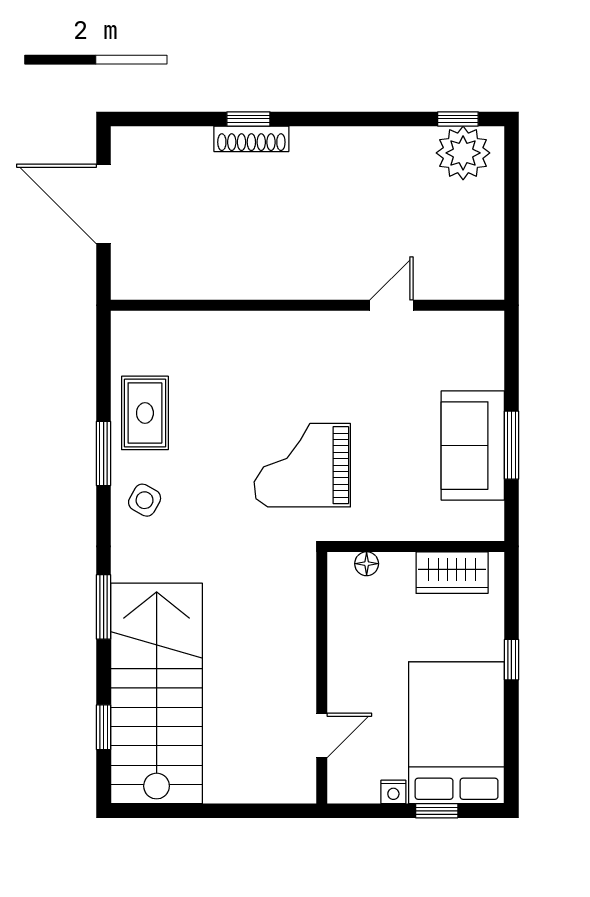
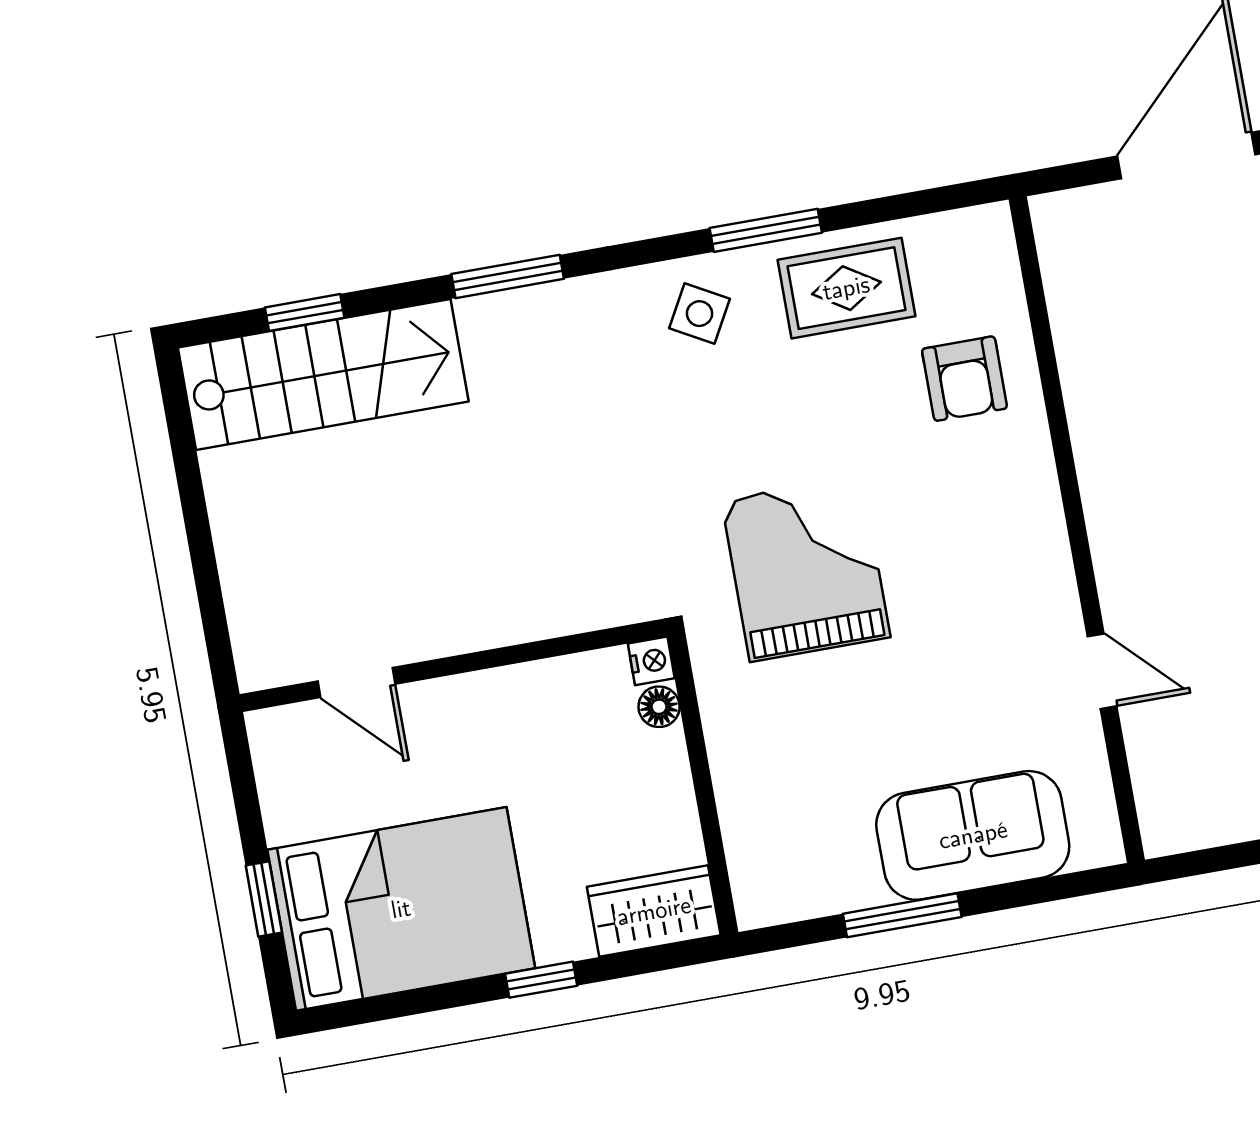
armchair: (209, 354) -> (964, 379), added
sofa: (473, 446) -> (973, 835), moved
wardrobe: (452, 573) -> (654, 911), moved, turned 90
stairs: (157, 693) -> (323, 375), width x0.73, depth x0.66
nightstand: (393, 792) -> (651, 661), moved, turned 180

